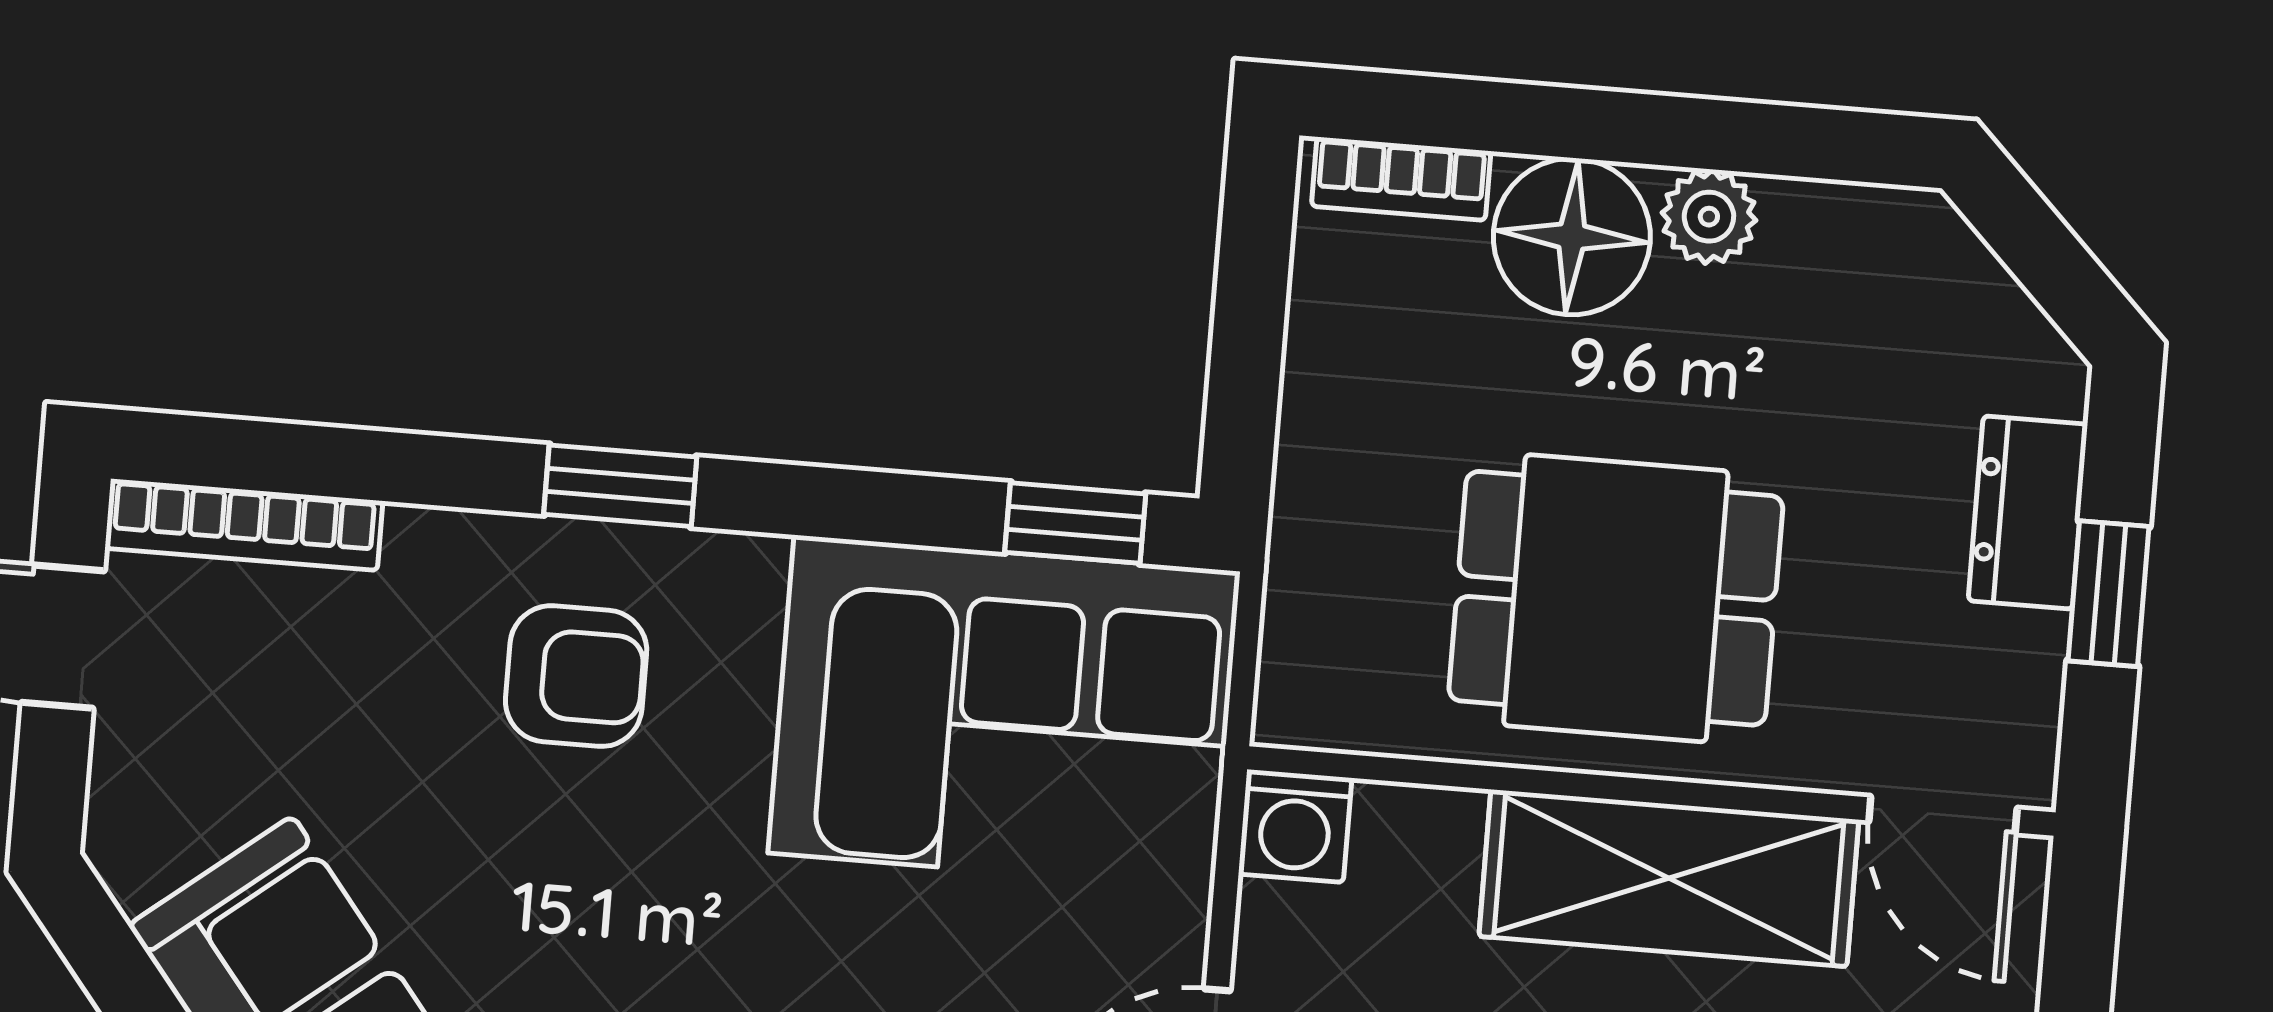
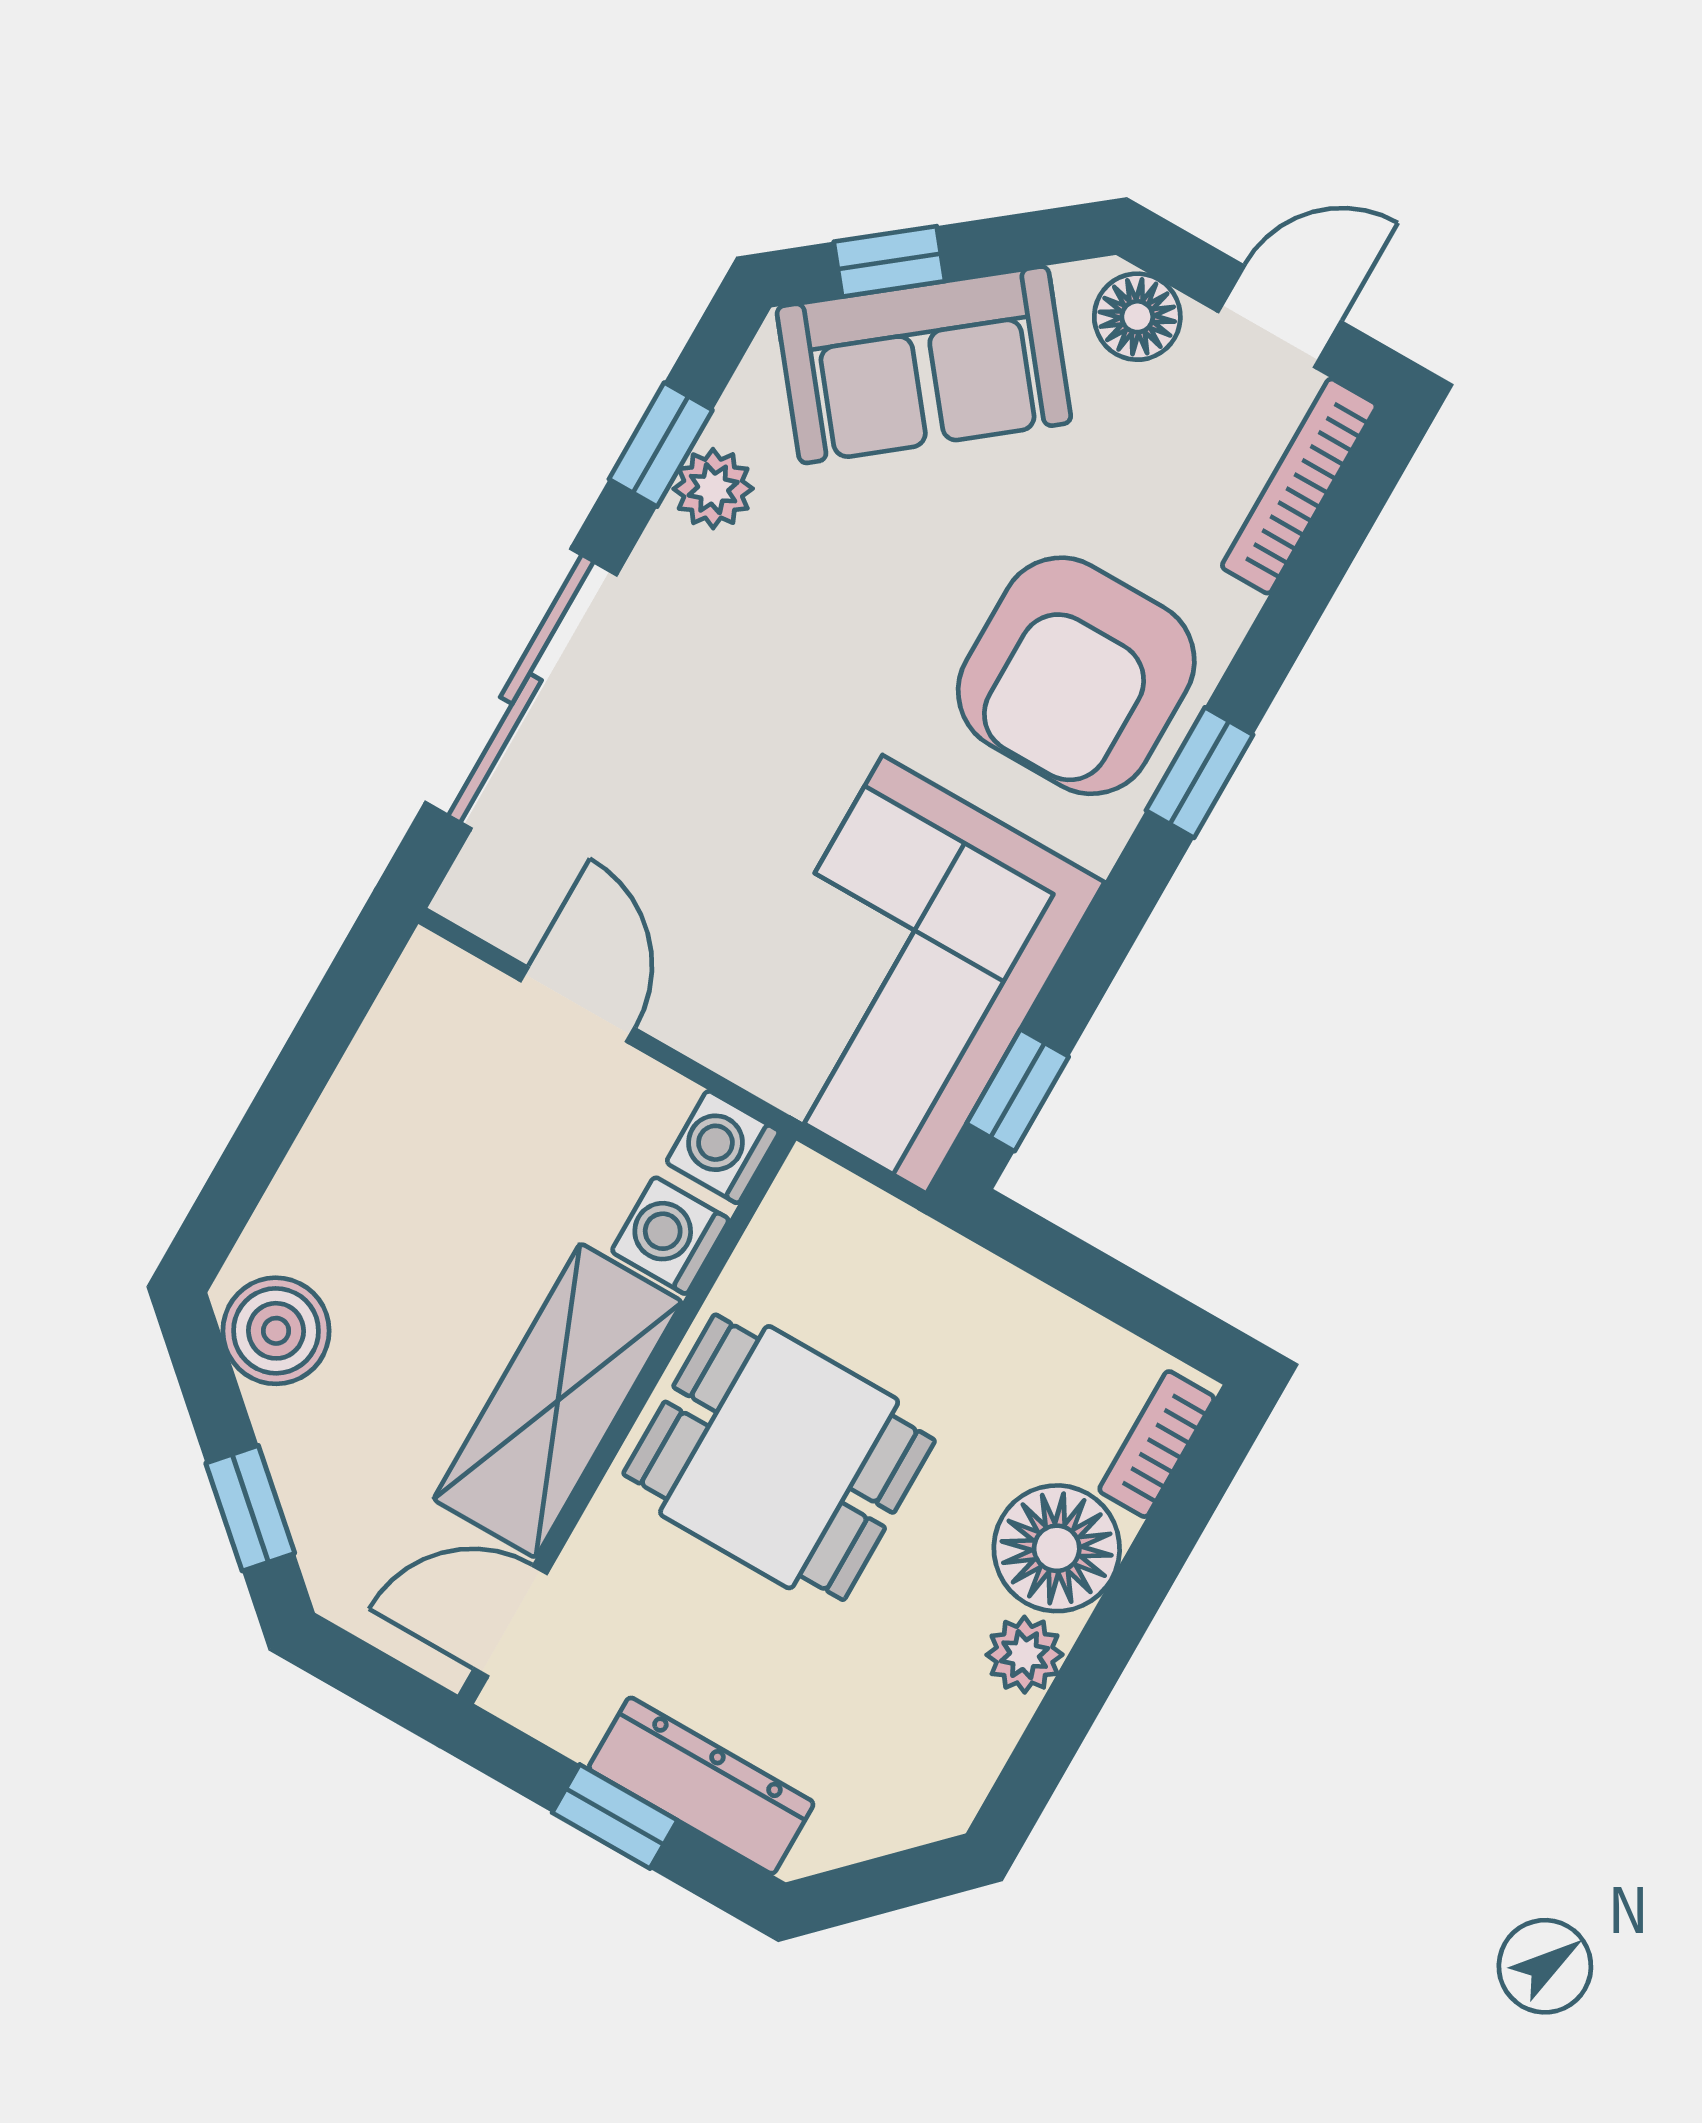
dresser: (2028, 513) -> (701, 1786), width x1.44
dining table: (1616, 598) -> (779, 1457), turned 90
armchair: (576, 676) -> (1076, 676), width x1.88, depth x1.88
floor lamp: (138, 797) -> (1137, 317), added
washing machine: (1423, 838) -> (670, 1235), added

